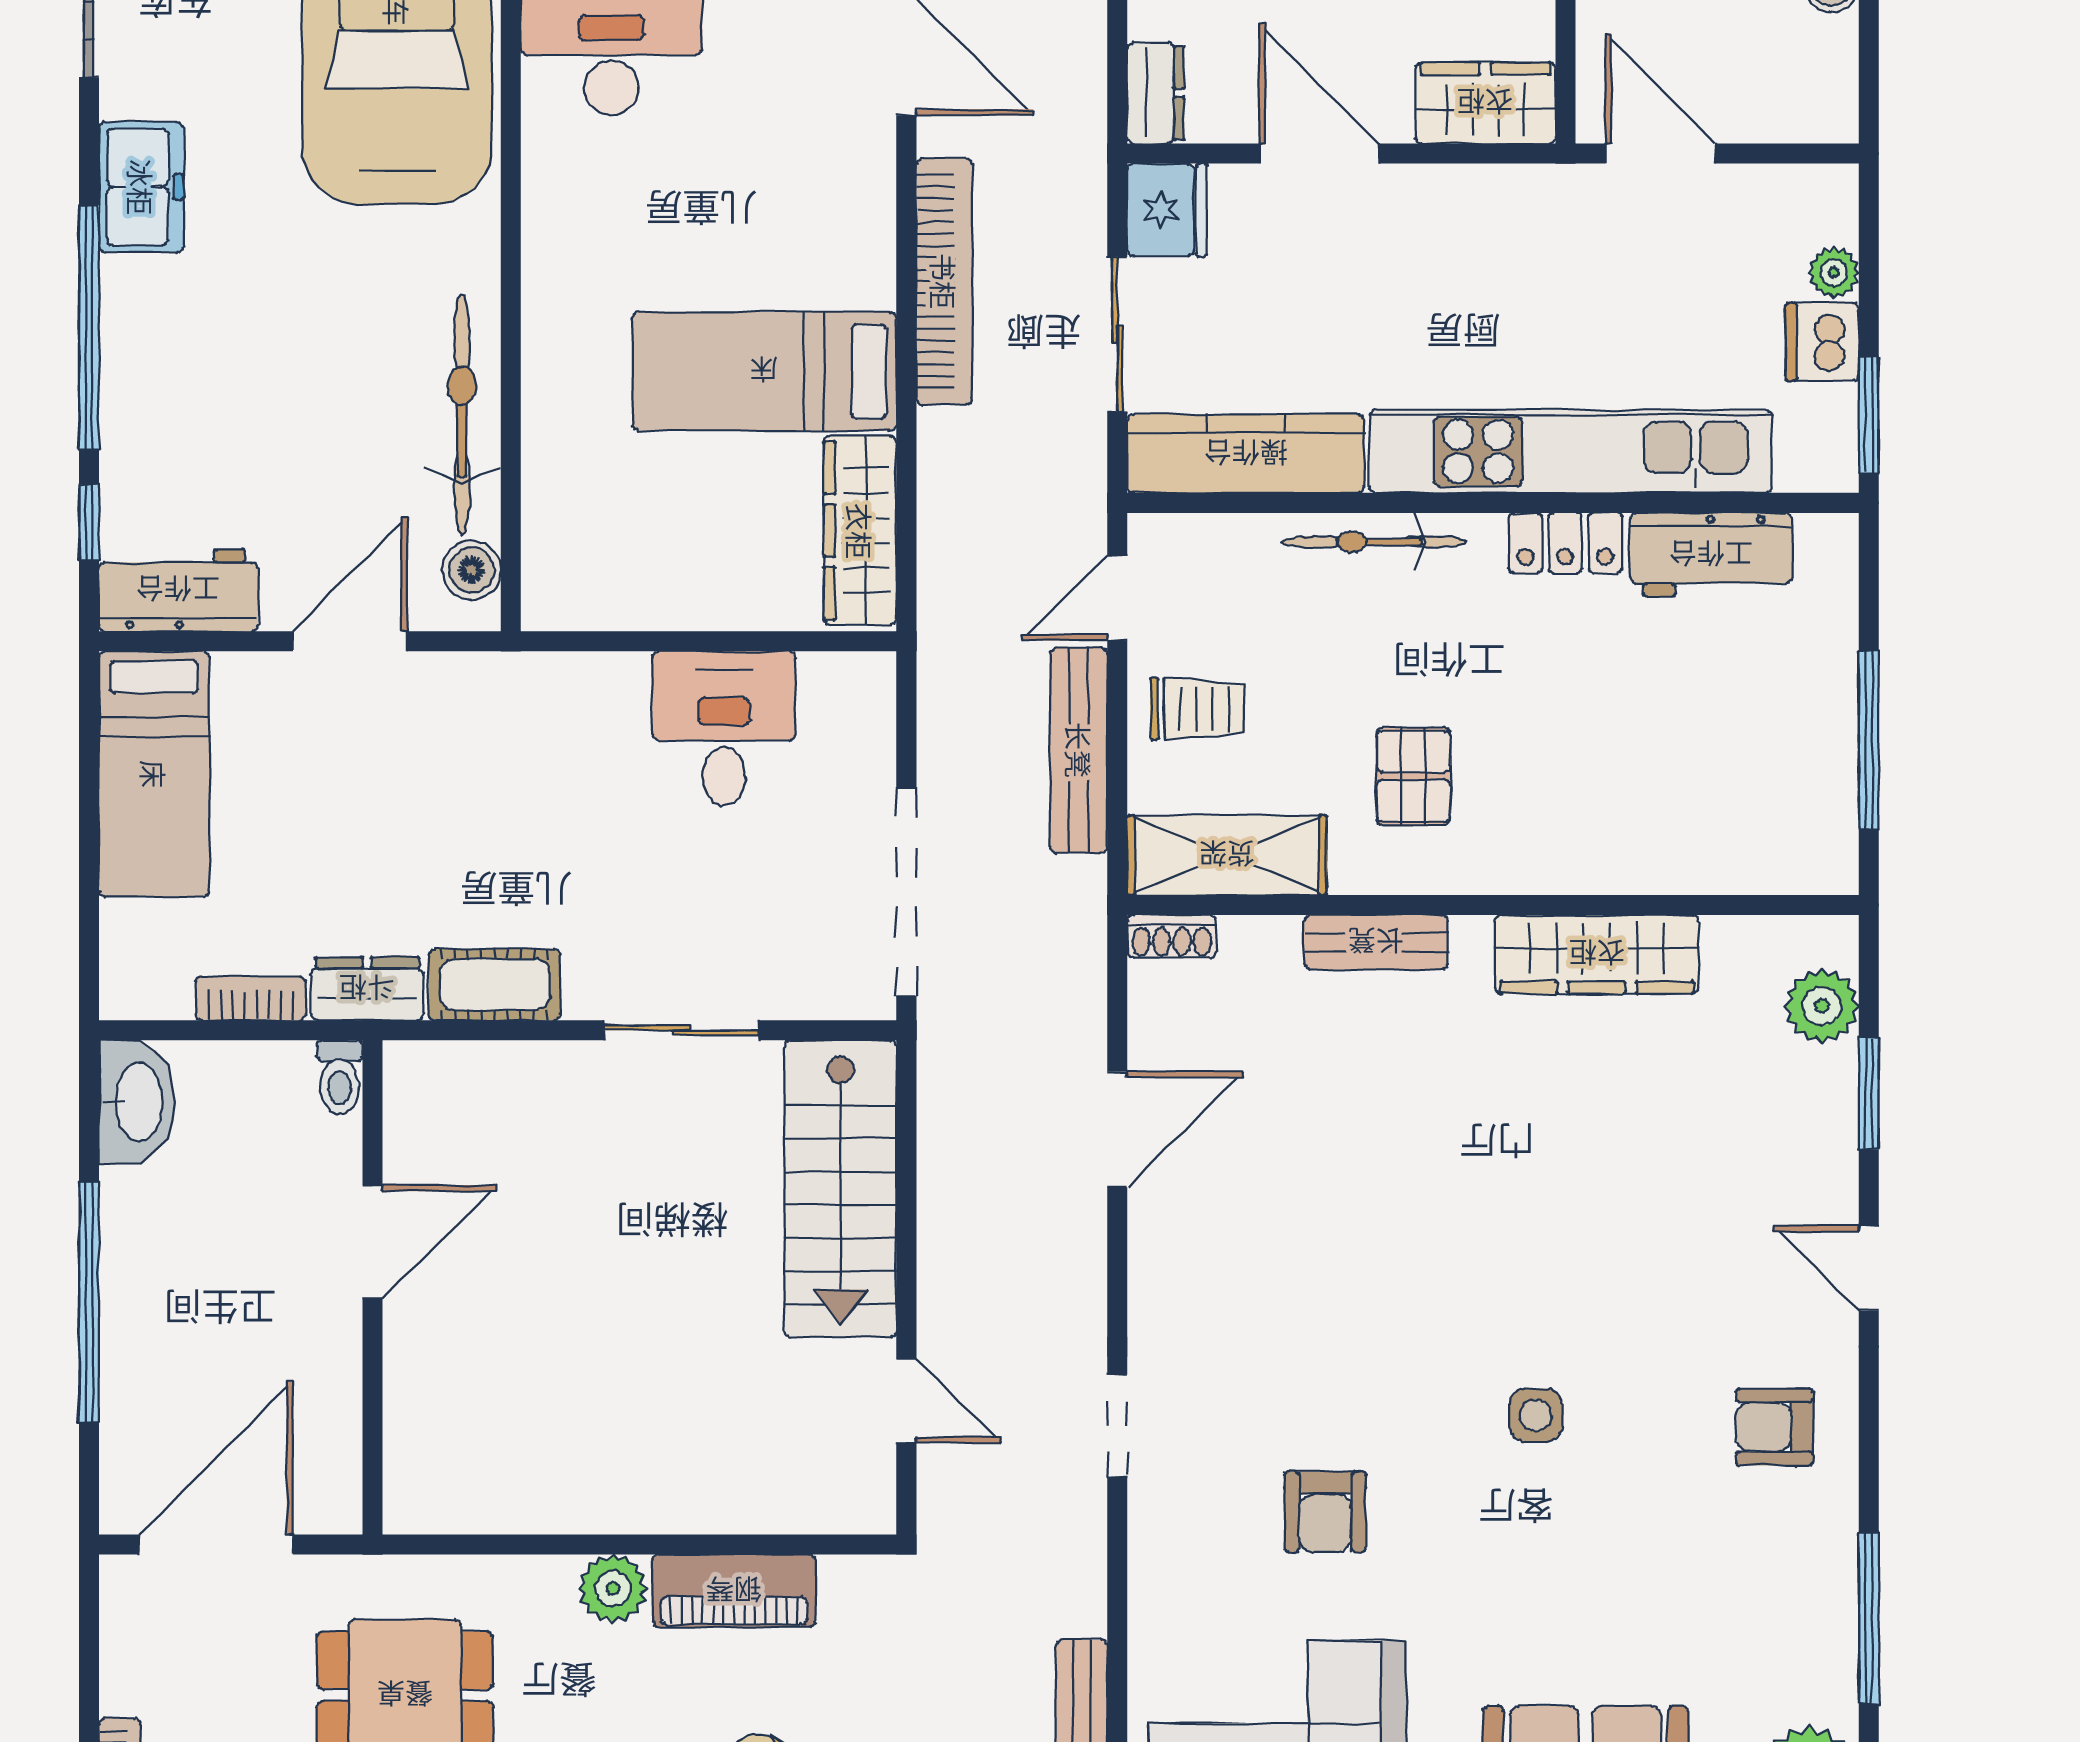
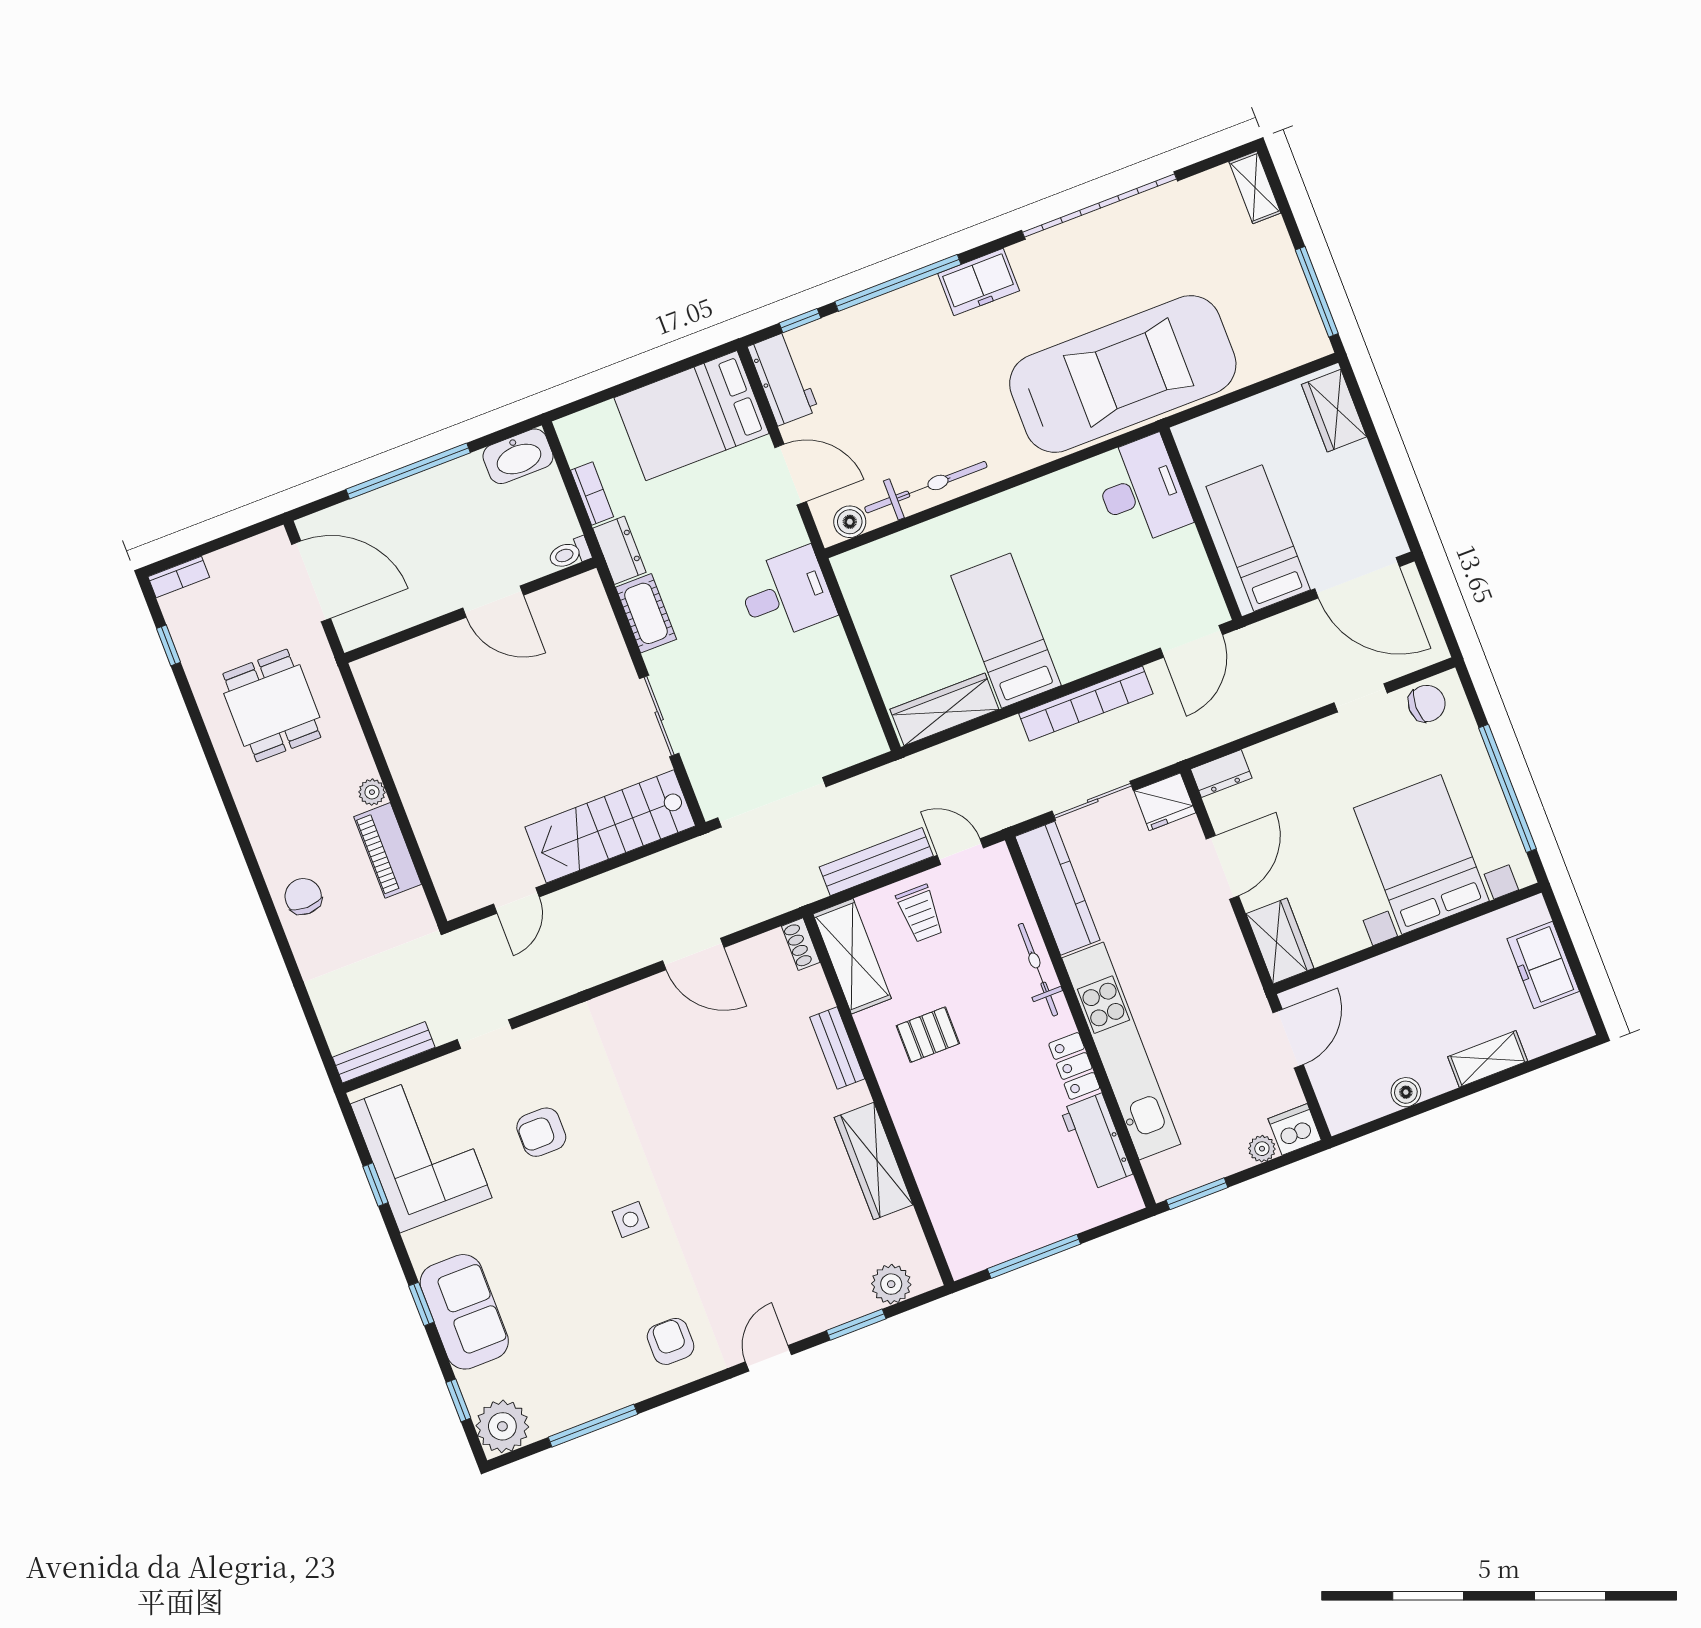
dishwasher: (1822, 342) -> (1295, 1129), moved
desk: (724, 728) -> (786, 594), moved
bed: (154, 774) -> (691, 416), width x1.50
doorway: (1117, 1426) -> (485, 1034), moved
plant: (613, 1588) -> (372, 792), width x0.73, depth x0.73

